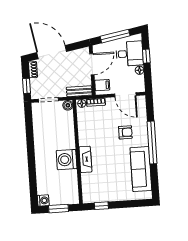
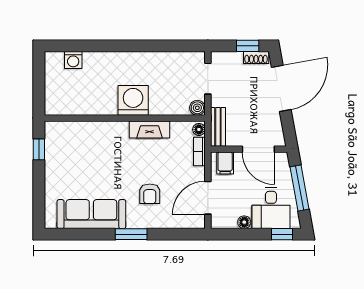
window: (146, 56) -> (282, 234), moved
window: (26, 86) -> (248, 46), moved
window: (152, 143) -> (131, 234), width x0.47
fireplace: (85, 159) -> (149, 129), moved
washing machine: (67, 160) -> (133, 100), moved
washing machine: (43, 200) -> (73, 60), moved
window: (59, 209) -> (39, 83), removed

